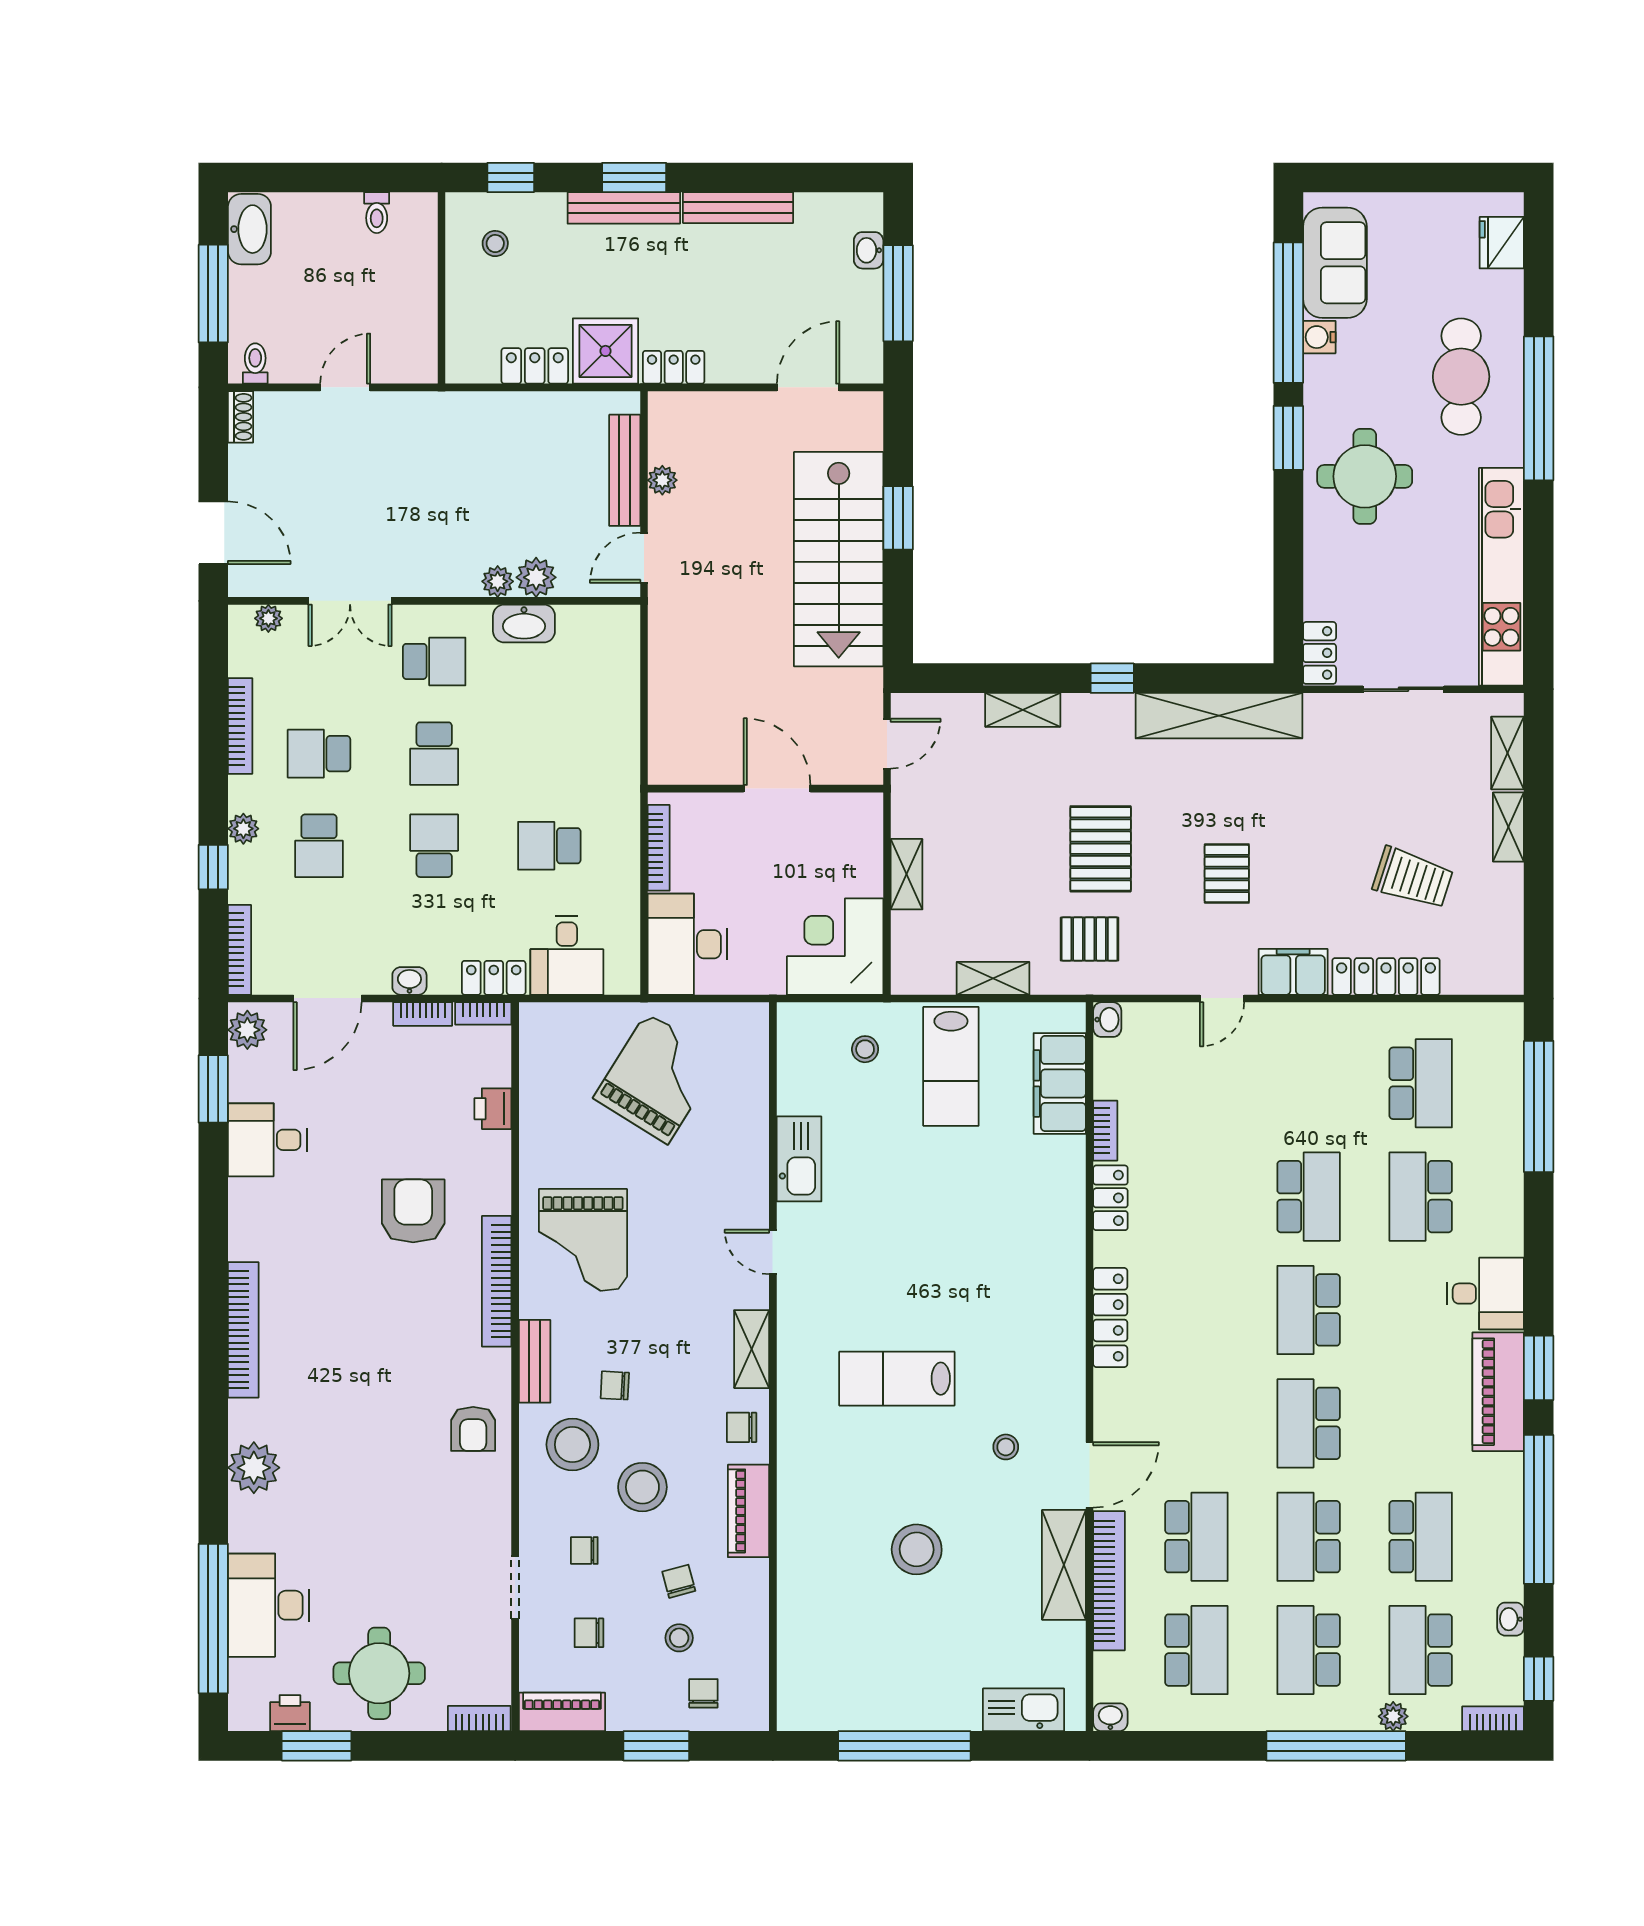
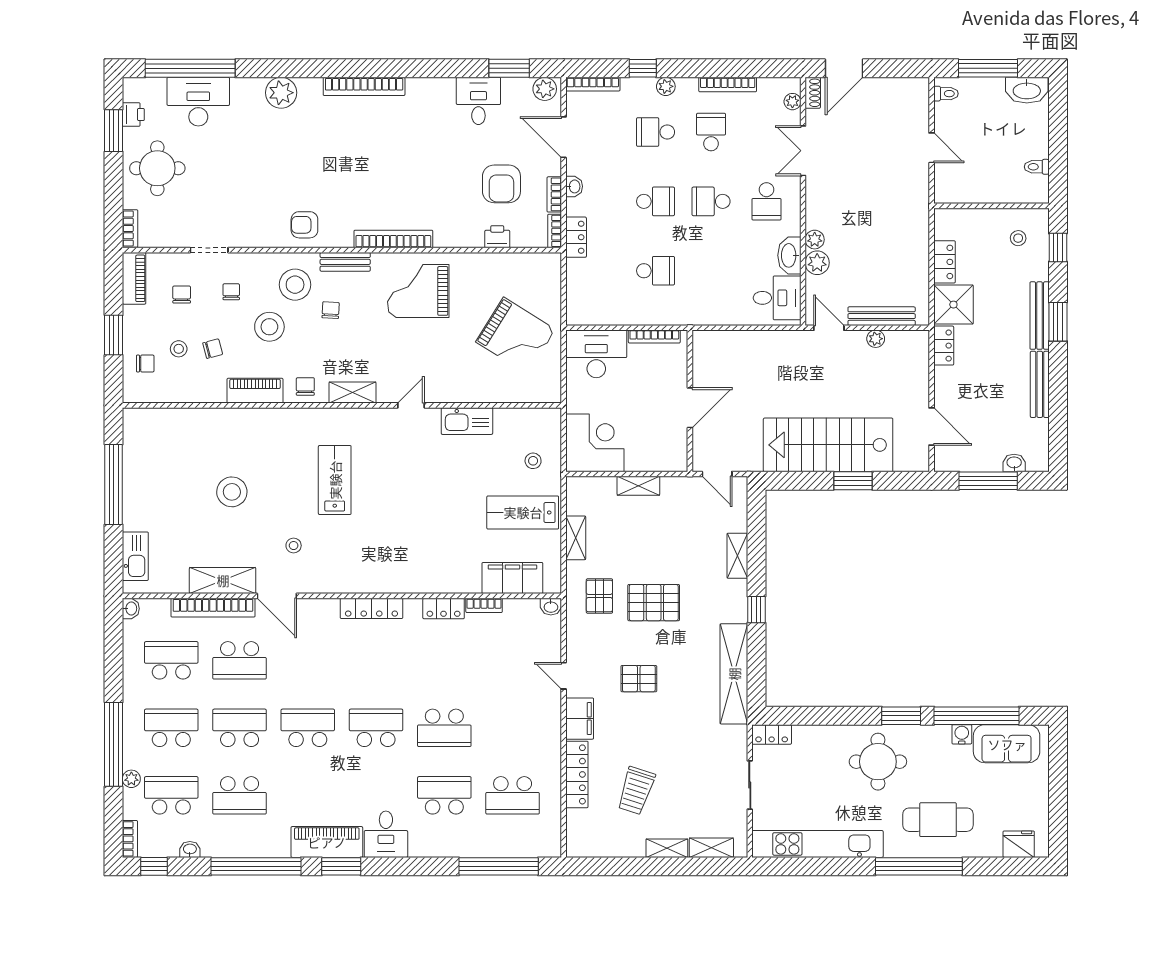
shoe rack: (241, 417) -> (813, 93), moved, turned -90
school desk: (549, 846) -> (656, 271), turned 90
desk: (567, 955) -> (777, 298), moved, turned 180
armchair: (413, 1211) -> (501, 184), moved, turned 90
school desk: (1196, 1650) -> (171, 660), turned 180

